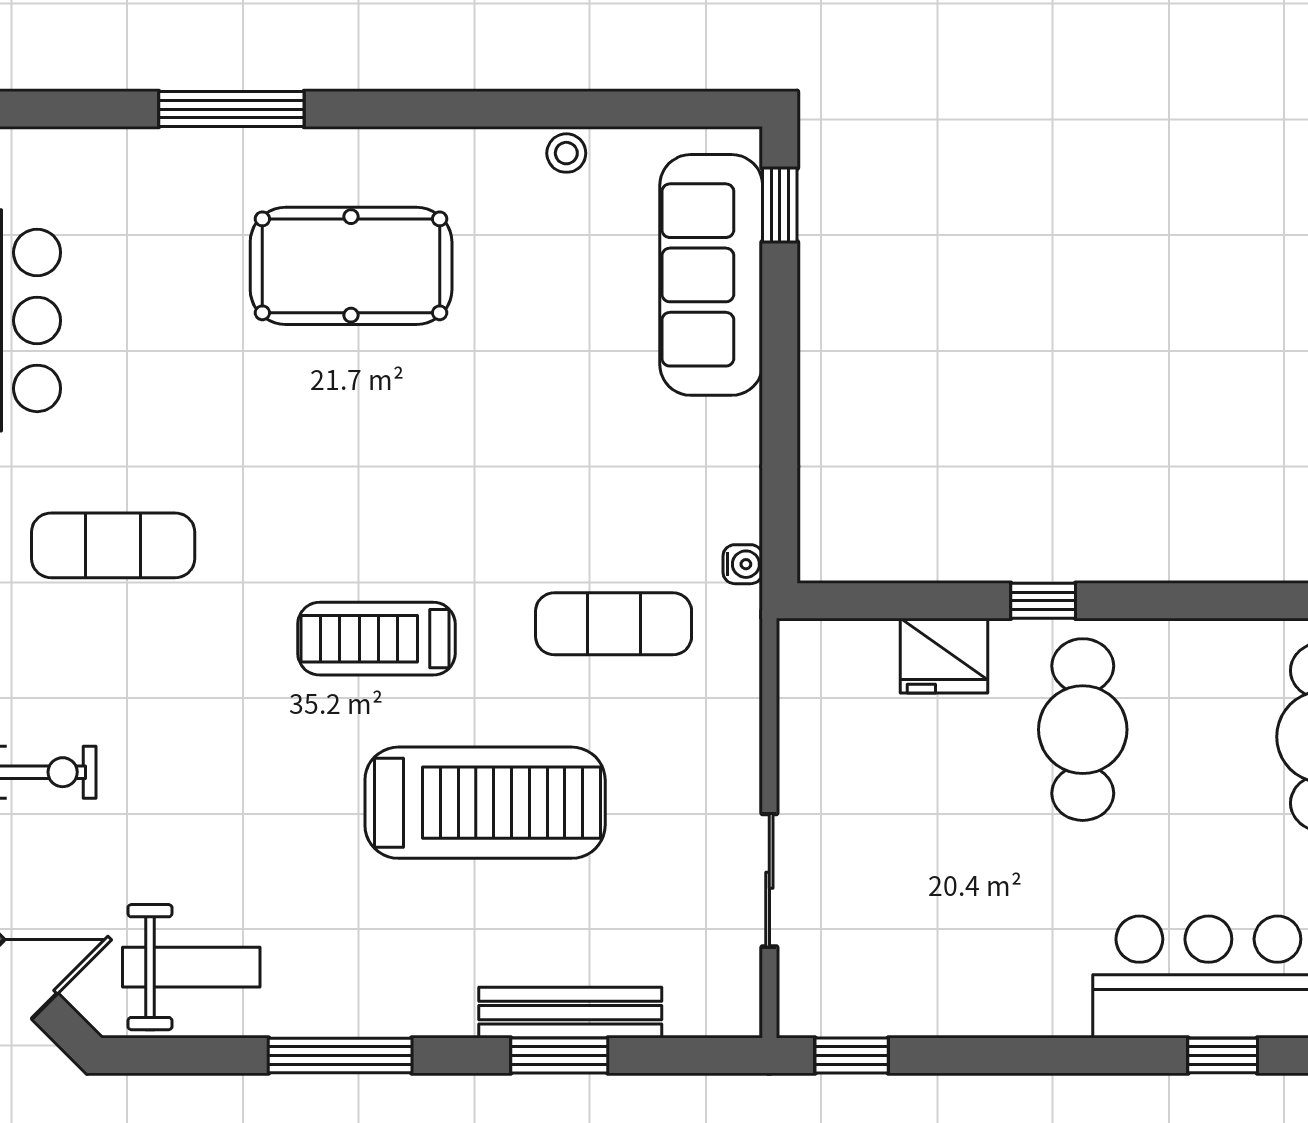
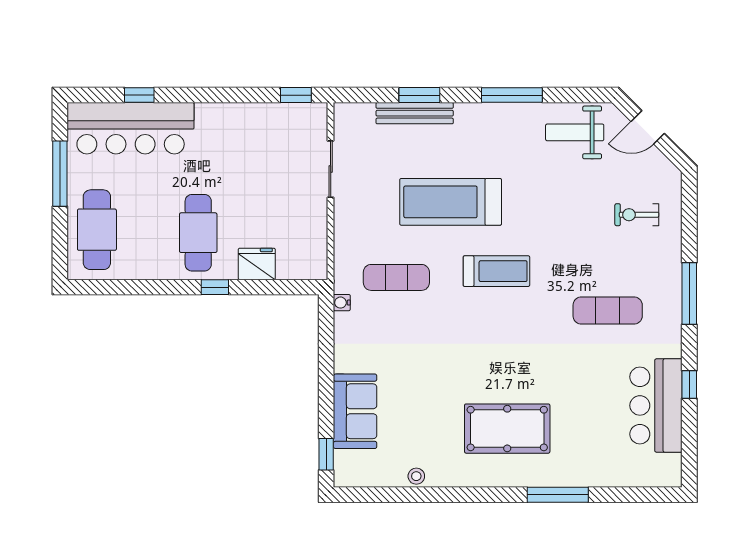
sofa: (711, 275) -> (355, 411), width x0.73

